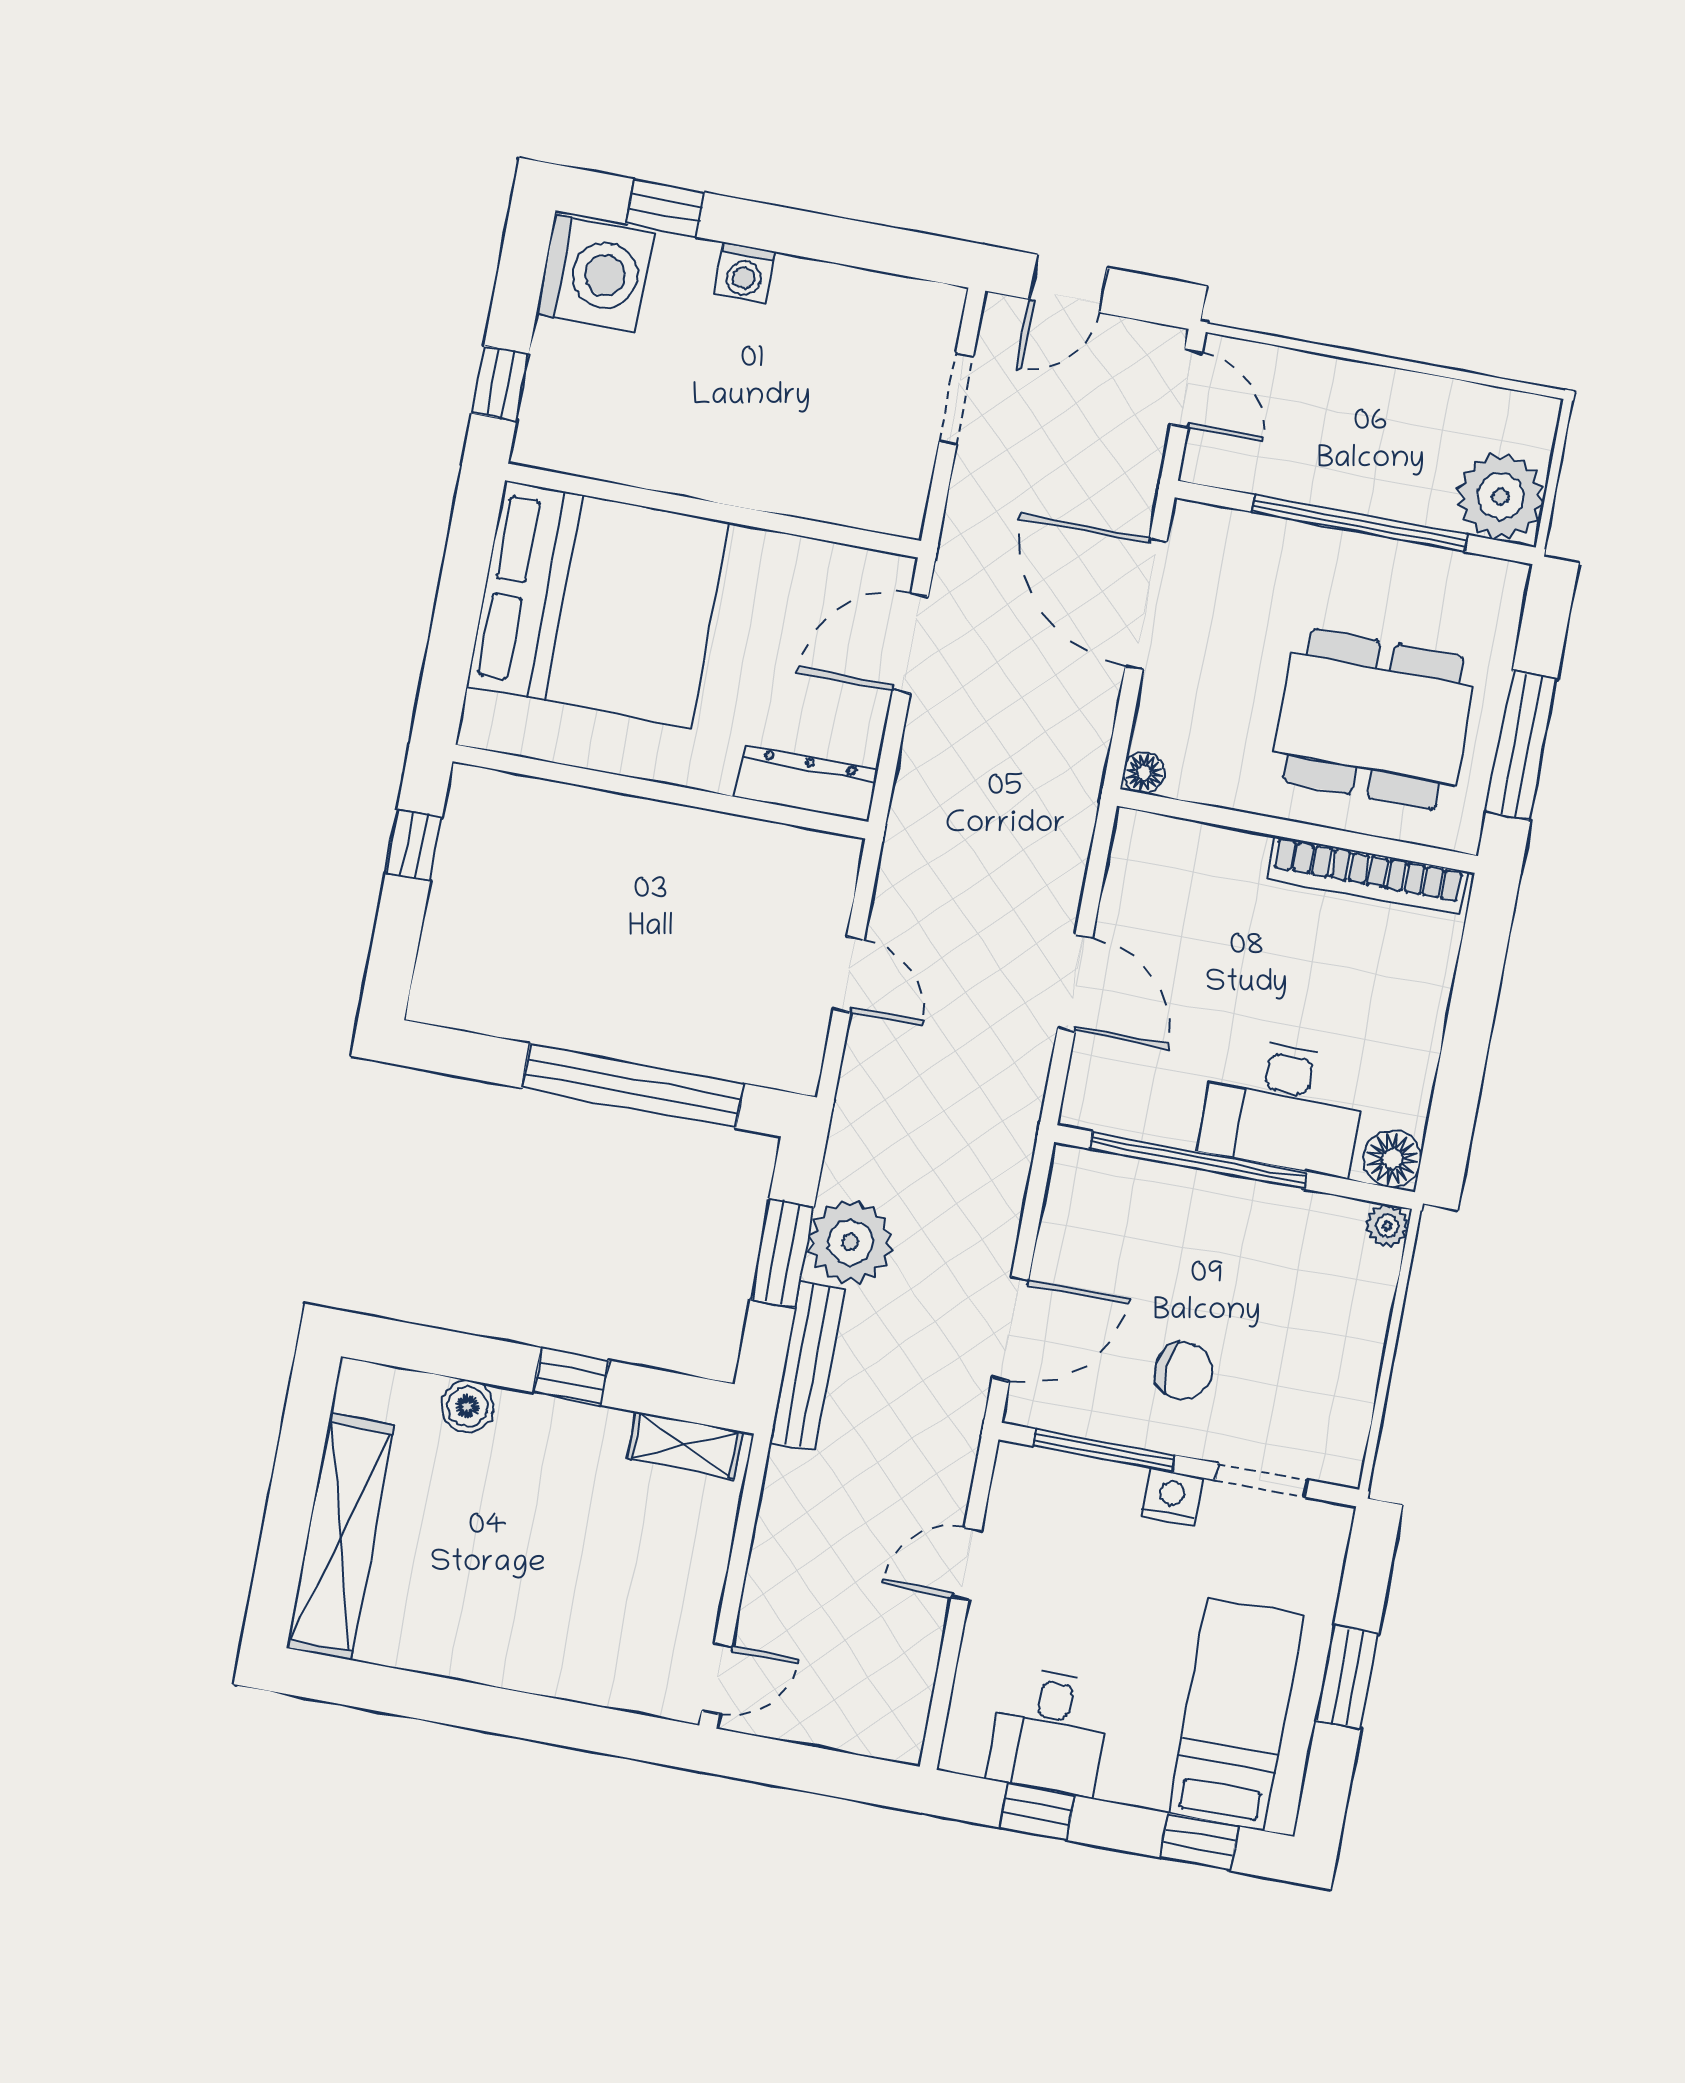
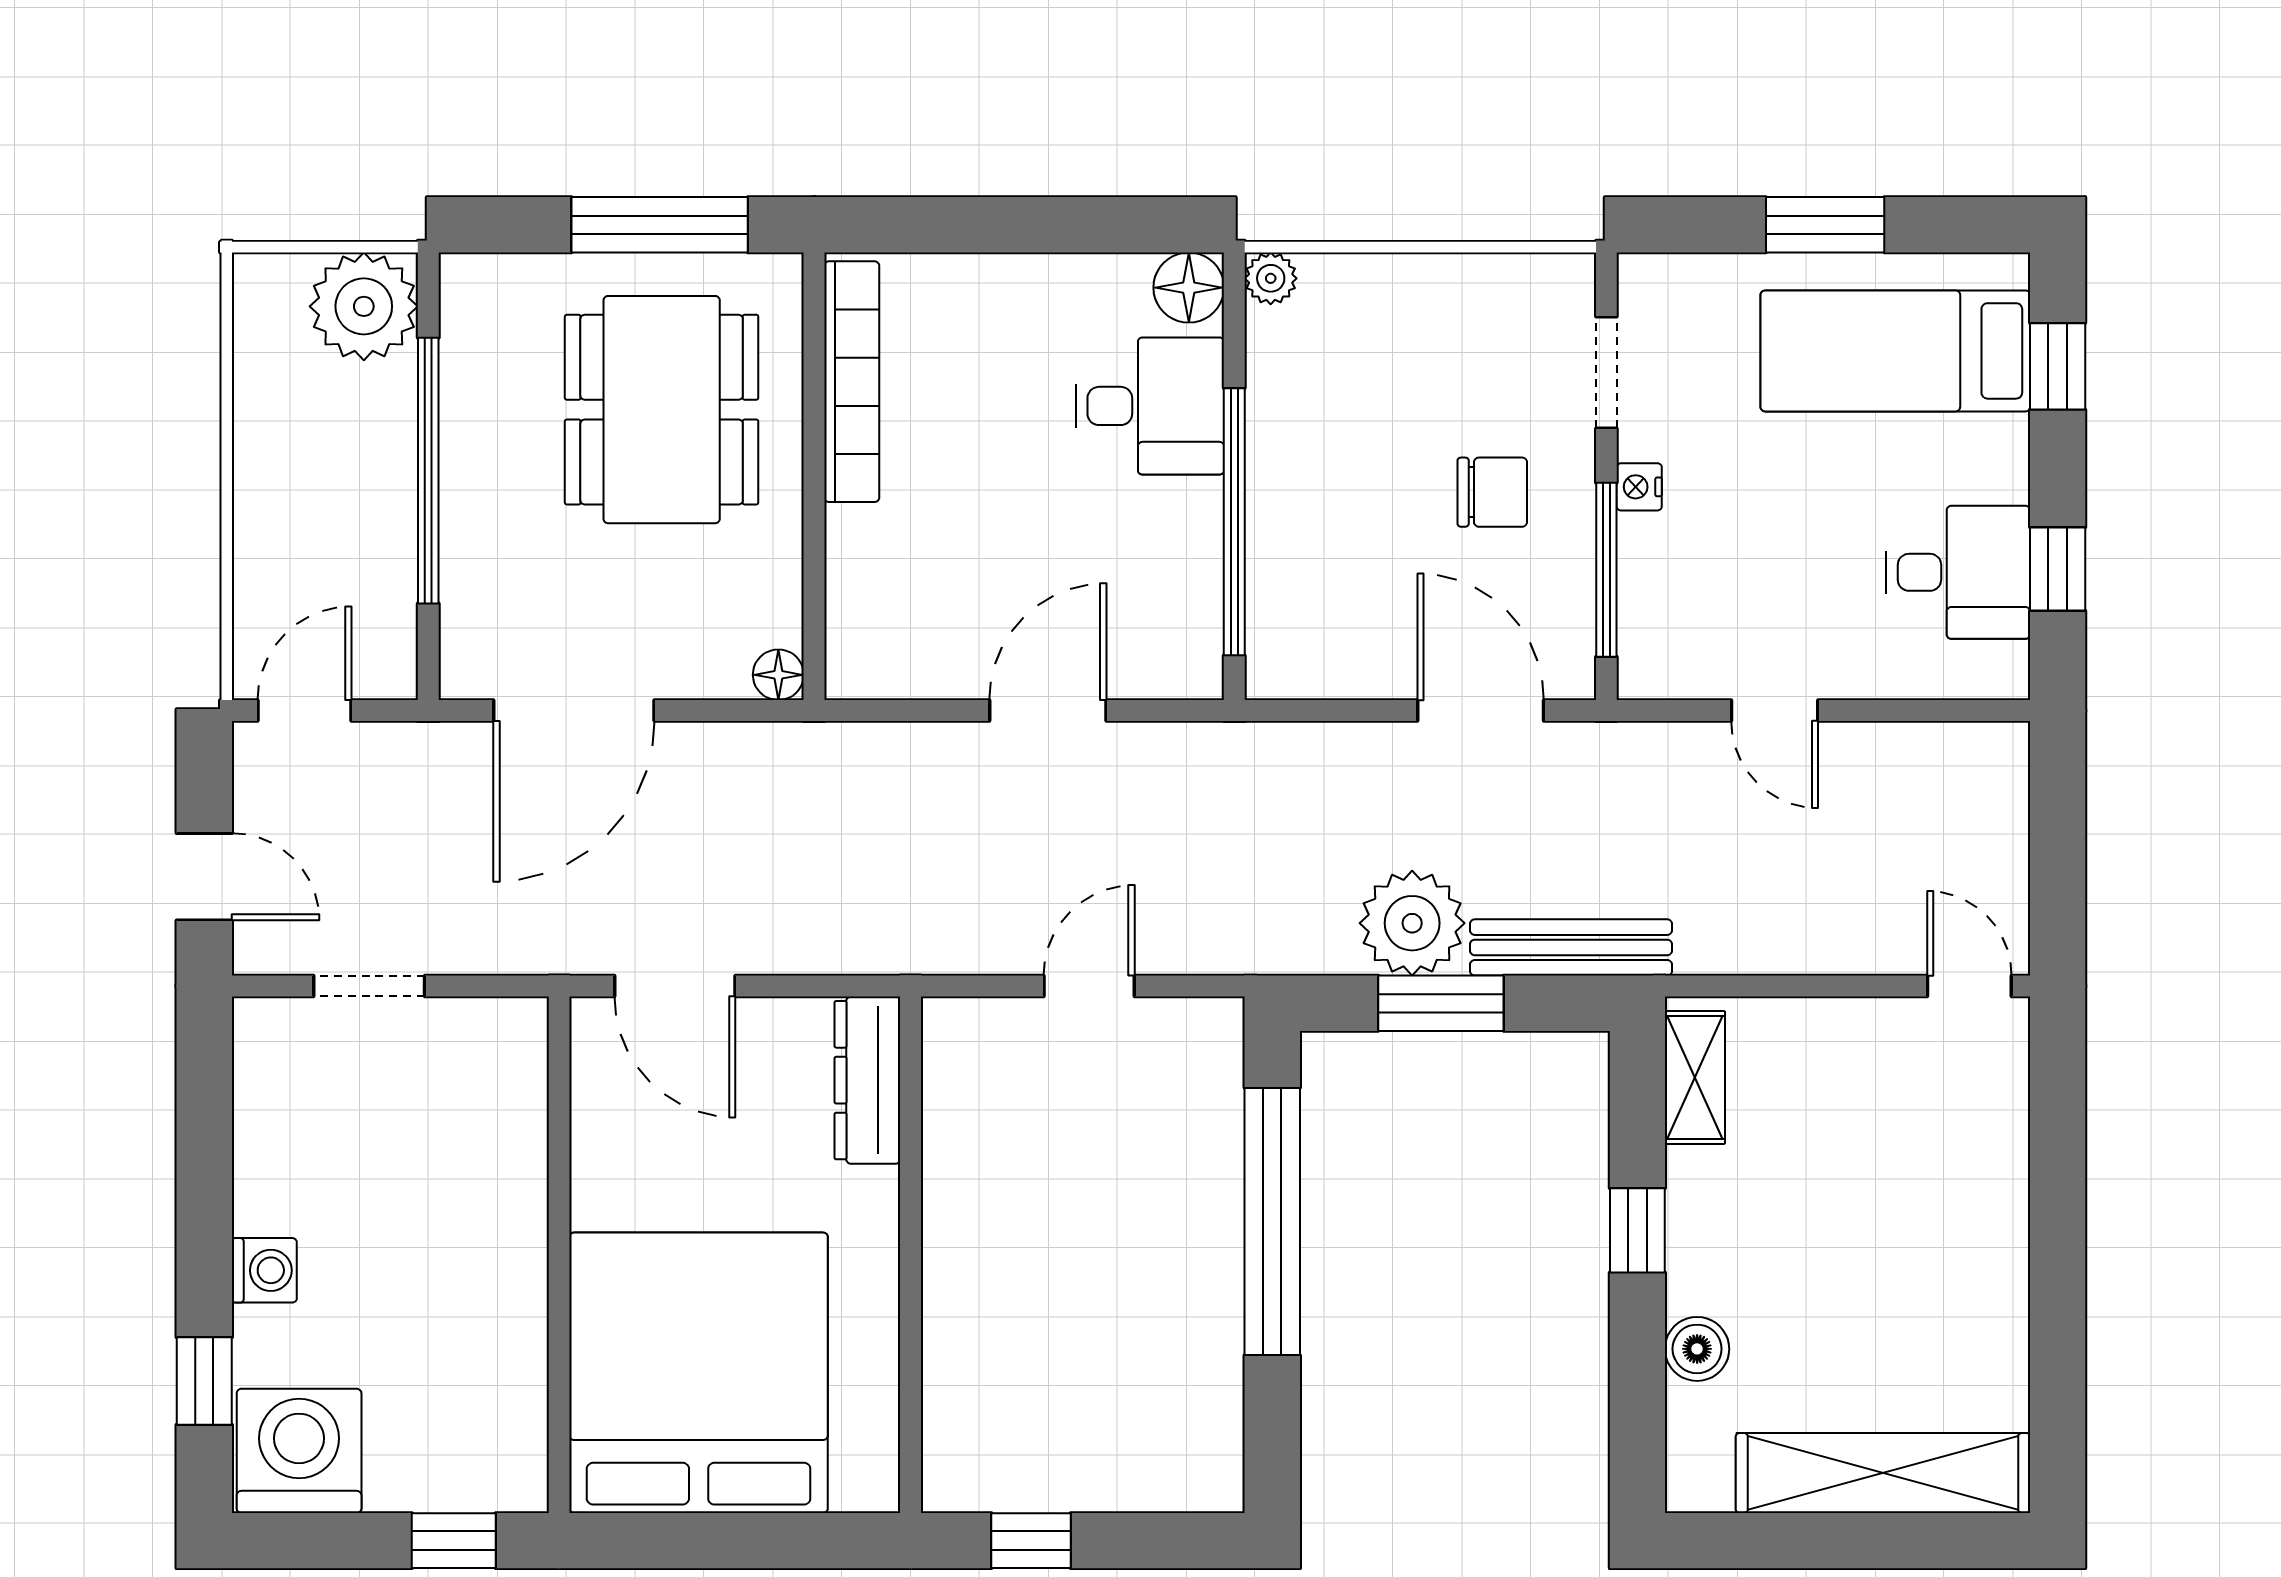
desk: (1283, 1106) -> (1150, 406), width x0.73
chair: (1183, 1371) -> (1492, 492), turned 85
nightstand: (1172, 1497) -> (1639, 487), width x0.72, depth x0.74

